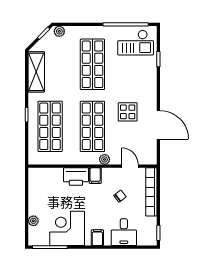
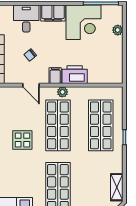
shelving: (36, 72) -> (117, 187), width x0.67, depth x0.75
plant: (105, 159) -> (62, 92), moved
door: (130, 166) -> (31, 85), moved
filing cabinet: (97, 238) -> (53, 13), width x2.00

